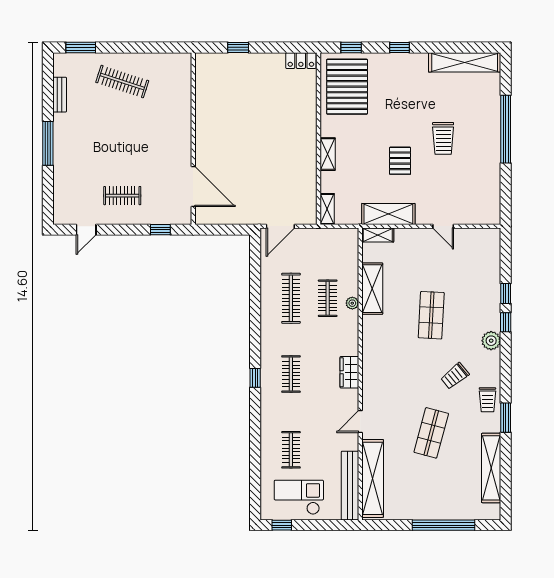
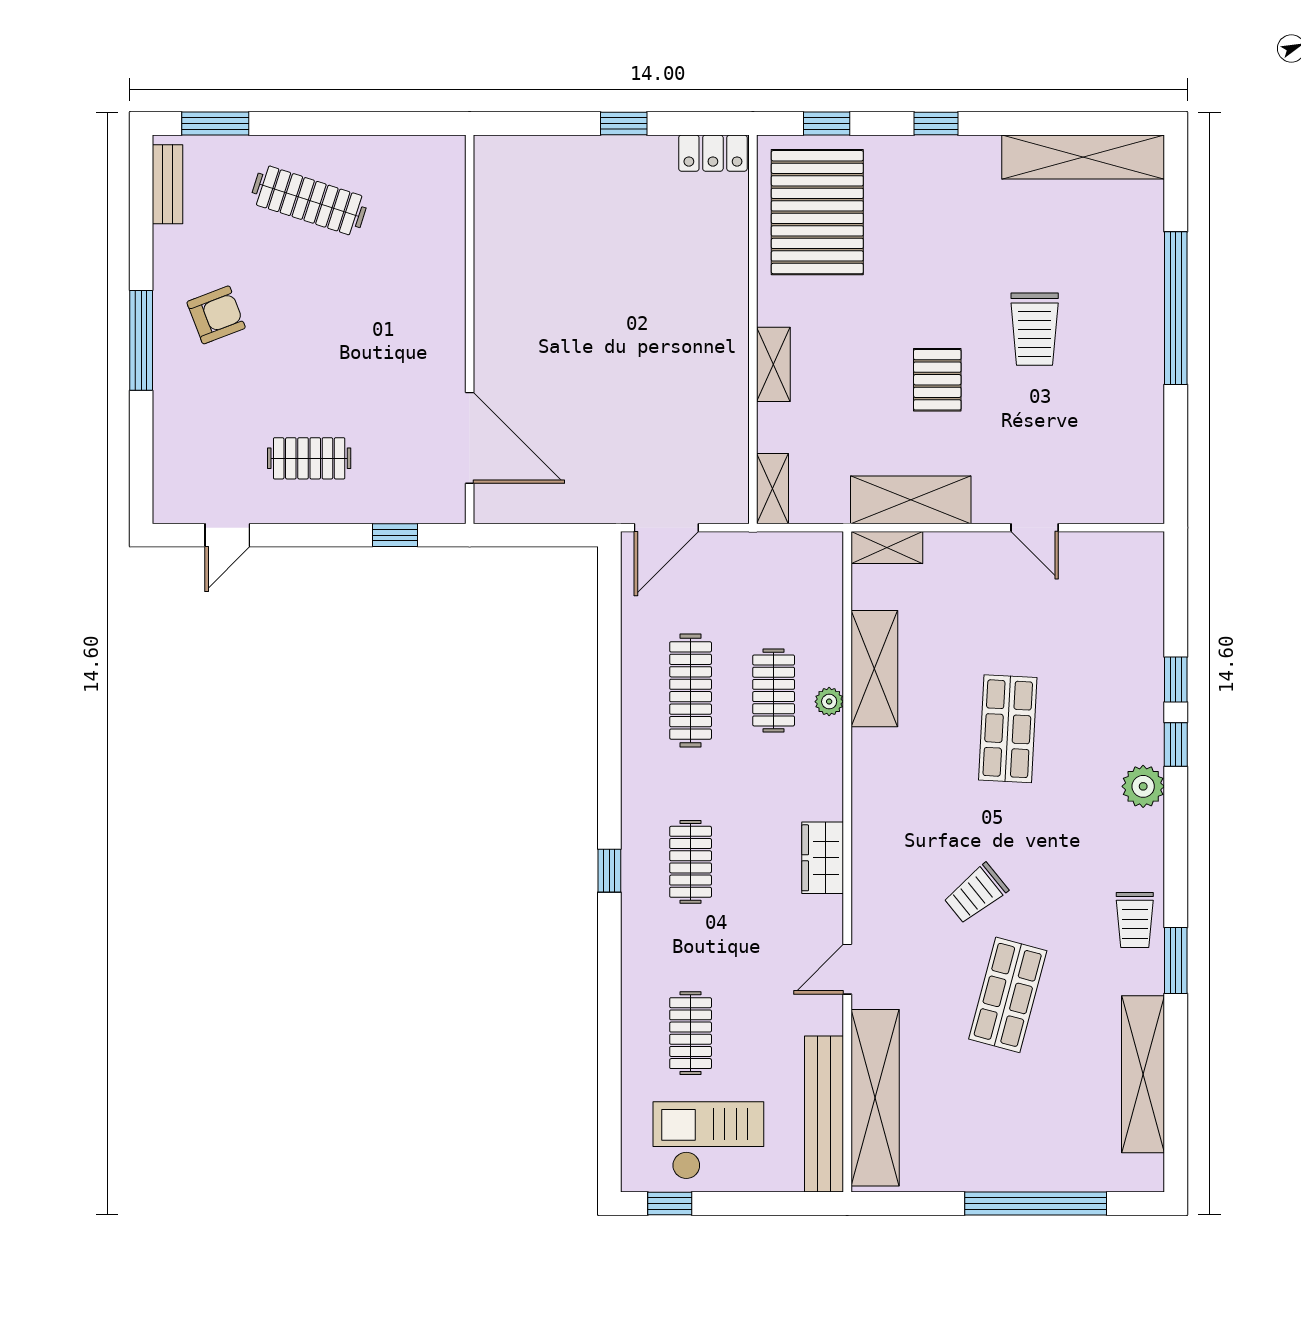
window: (238, 47) -> (624, 124), moved
bench: (60, 95) -> (168, 184), moved
armchair: (81, 132) -> (216, 315), added
trolley: (455, 376) -> (976, 894), moved

